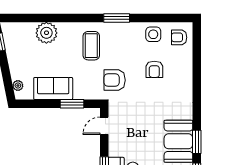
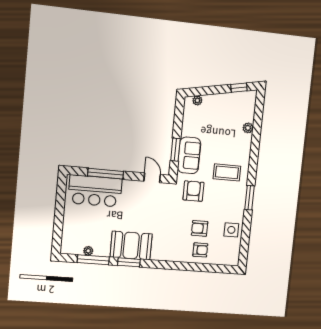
plant: (46, 33) -> (248, 128), width x0.53, depth x0.53
armchair: (179, 37) -> (200, 250), moved, turned 90
sofa: (53, 89) -> (189, 155), moved

